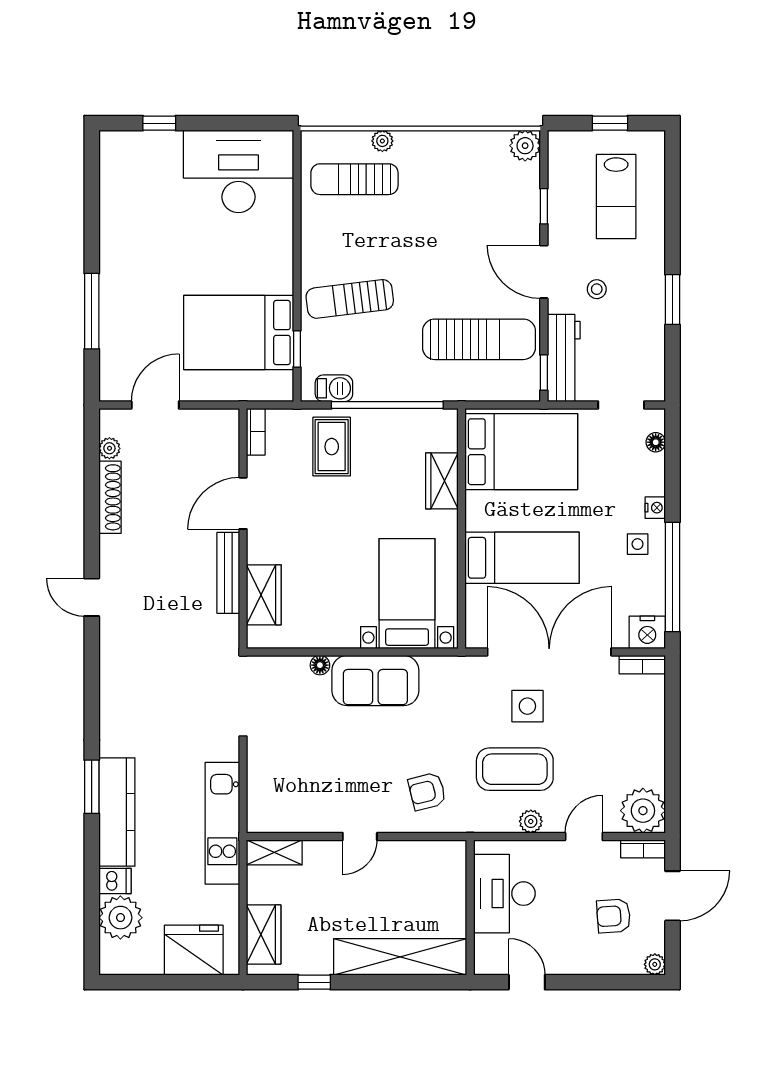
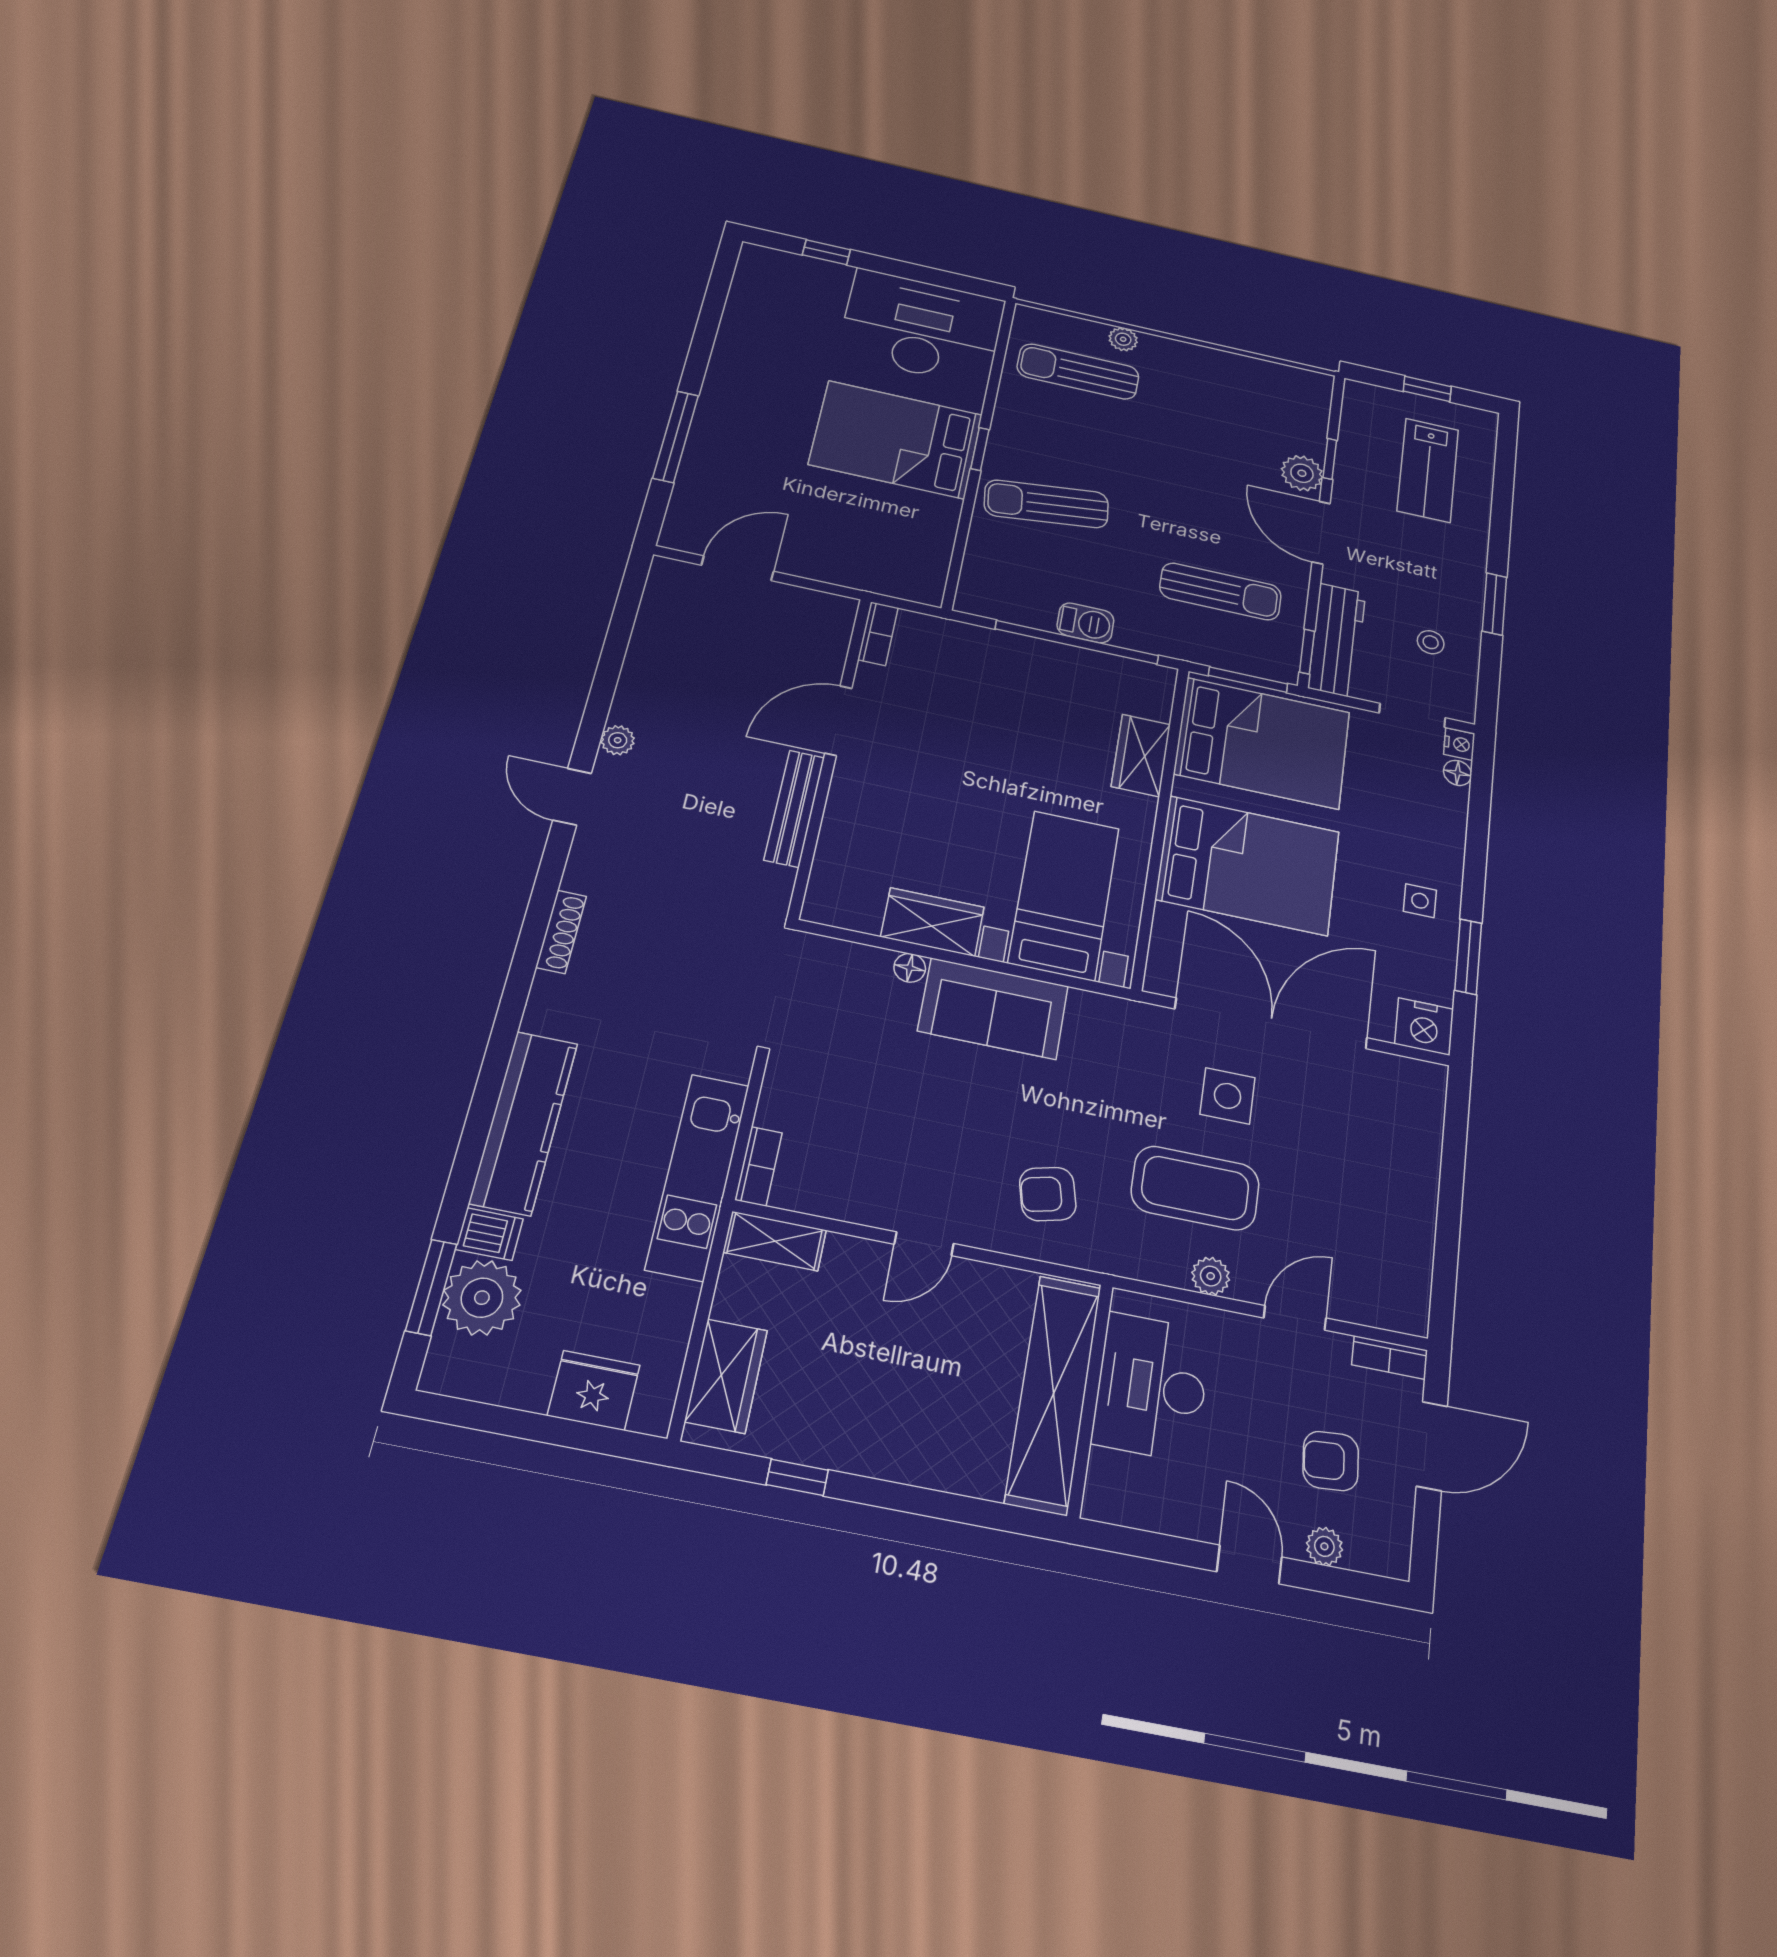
plant: (525, 146) -> (1302, 473), moved
stool: (597, 289) -> (1431, 642), moved
bed: (239, 333) -> (896, 440), moved
sun lounger: (479, 339) -> (1220, 591), width x0.73, depth x0.75
window: (297, 349) -> (980, 449), moved
barbecue: (334, 388) -> (1085, 623), moved
window: (506, 405) -> (1248, 680), added
rug: (332, 447) -> (986, 676), removed
plant: (109, 448) -> (618, 740), moved
shoe rack: (110, 497) -> (561, 932), moved, width x0.74, depth x0.81
nightstand: (655, 508) -> (1459, 744), moved
bed: (522, 558) -> (1248, 865), width x1.50
window: (672, 577) -> (1468, 957), width x0.47
wardrobe: (264, 595) -> (932, 922), moved, turned -90
bookcase: (642, 665) -> (759, 1166), moved, turned -90
window: (92, 787) -> (431, 1287), moved
plant: (643, 811) -> (1395, 1295), removed
fridge: (194, 950) -> (594, 1390), width x0.73, depth x0.75
shelving: (400, 957) -> (1053, 1394), moved, turned 90
plant: (655, 964) -> (1324, 1546), moved
door: (527, 982) -> (1249, 1564), moved

